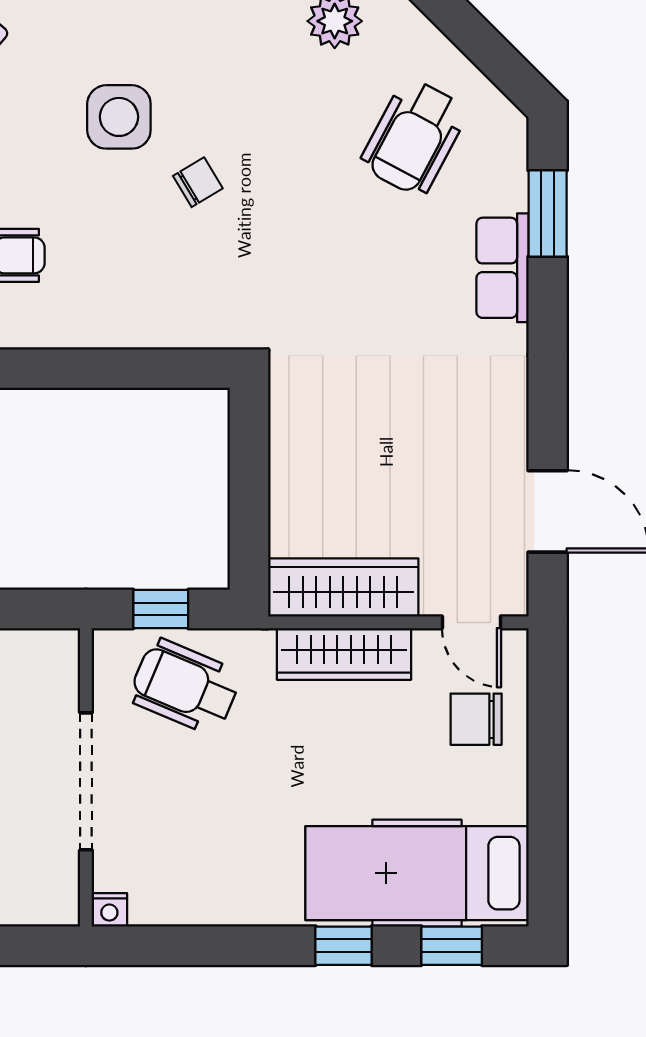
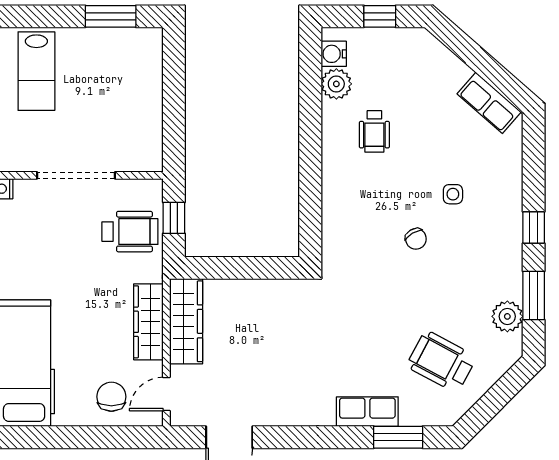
side table: (119, 117) -> (453, 194), width x0.54, depth x0.54
wheelchair: (185, 686) -> (130, 232), turned 67

